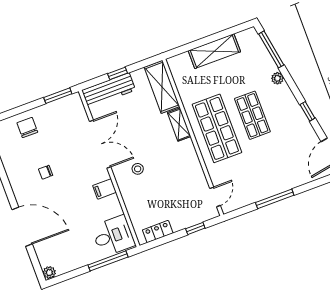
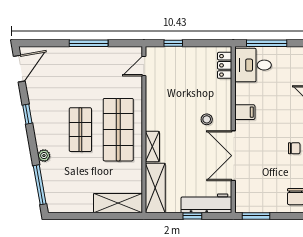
shelving: (214, 51) -> (118, 203), moved
locker: (158, 232) -> (225, 65), moved, turned 90

